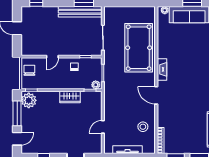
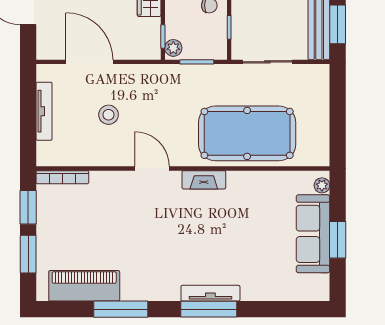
door: (156, 95) -> (152, 168), hinge flipped
door: (103, 127) -> (89, 62), width x1.88
stool: (143, 127) -> (109, 115), moved

